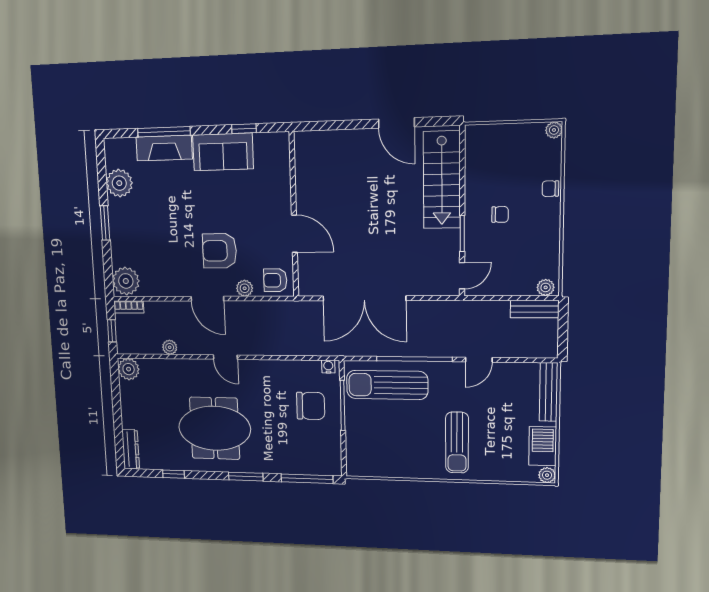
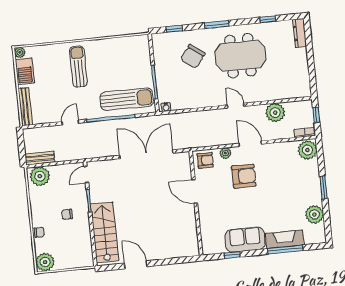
plant: (554, 130) -> (45, 262), width x1.87, depth x1.87
plant: (546, 287) -> (40, 176), width x1.88, depth x1.88
plant: (170, 347) -> (275, 113), width x1.88, depth x1.88
plant: (129, 369) -> (303, 90), removed
chair: (311, 406) -> (193, 56), moved, turned -53
window: (307, 479) -> (175, 29), width x0.46

